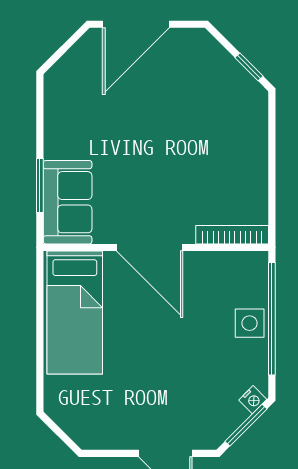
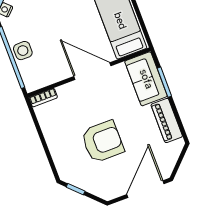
piano: (60, 122) -> (167, 120), added
armchair: (176, 127) -> (103, 142), added
bookcase: (232, 235) -> (43, 98), width x0.64

